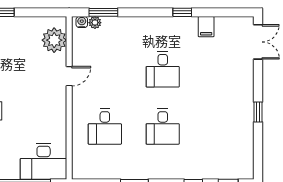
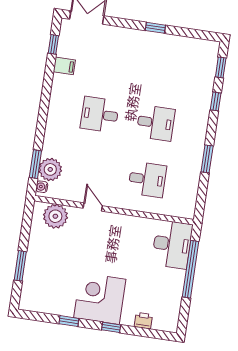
window: (182, 12) -> (53, 44), moved
plant: (95, 23) -> (50, 169), width x1.88, depth x1.88
desk: (163, 69) -> (100, 115), turned 180

